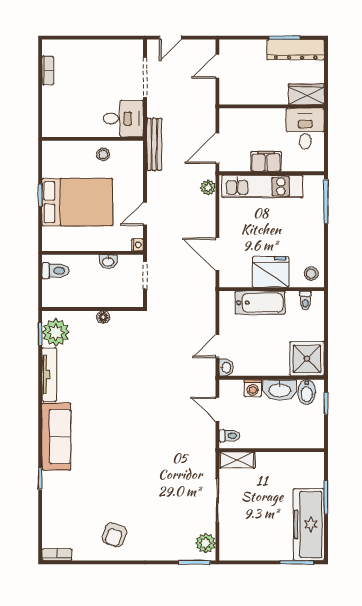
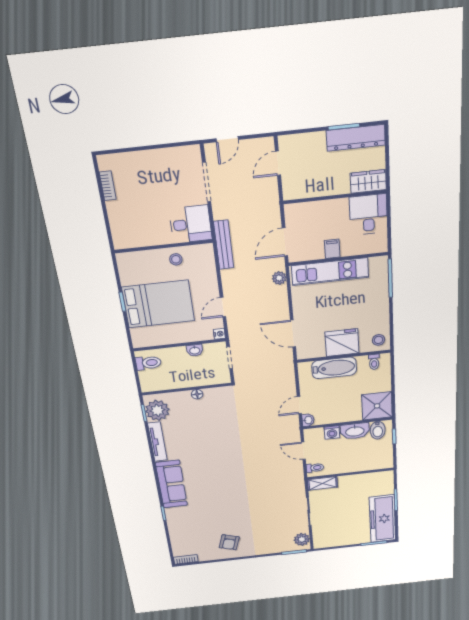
filing cabinet: (266, 161) -> (332, 249), width x0.50

